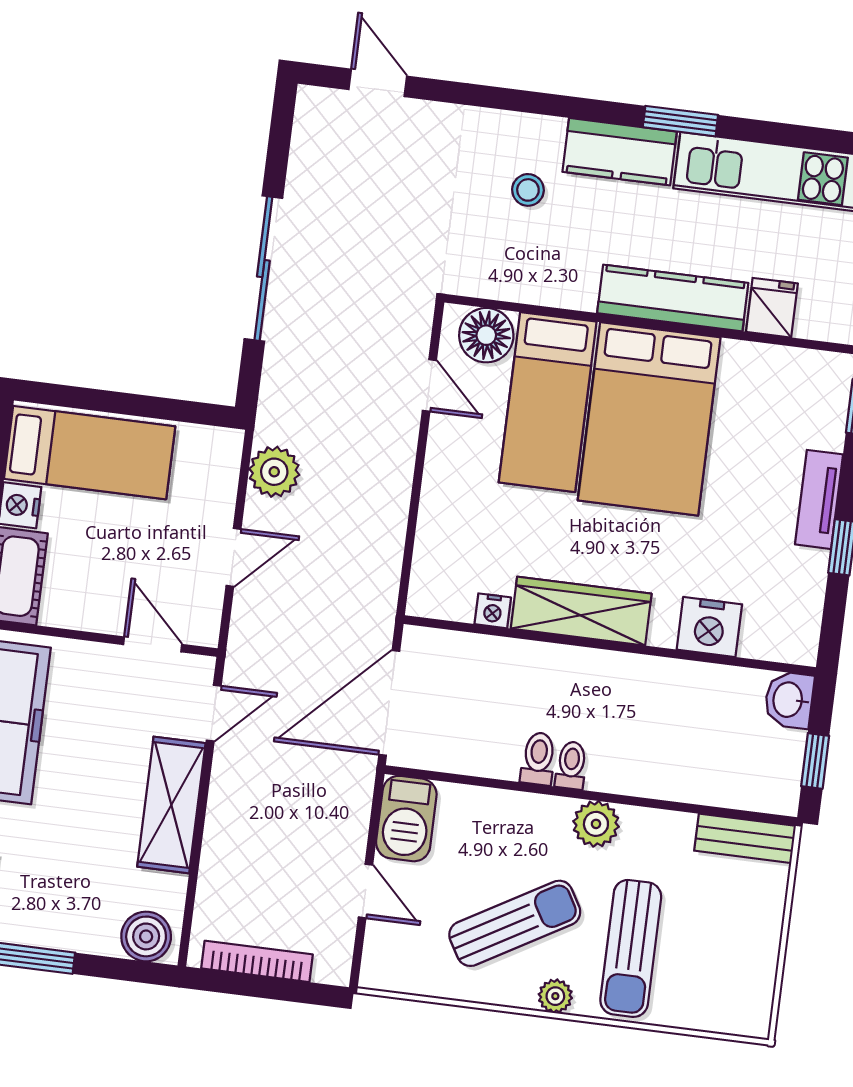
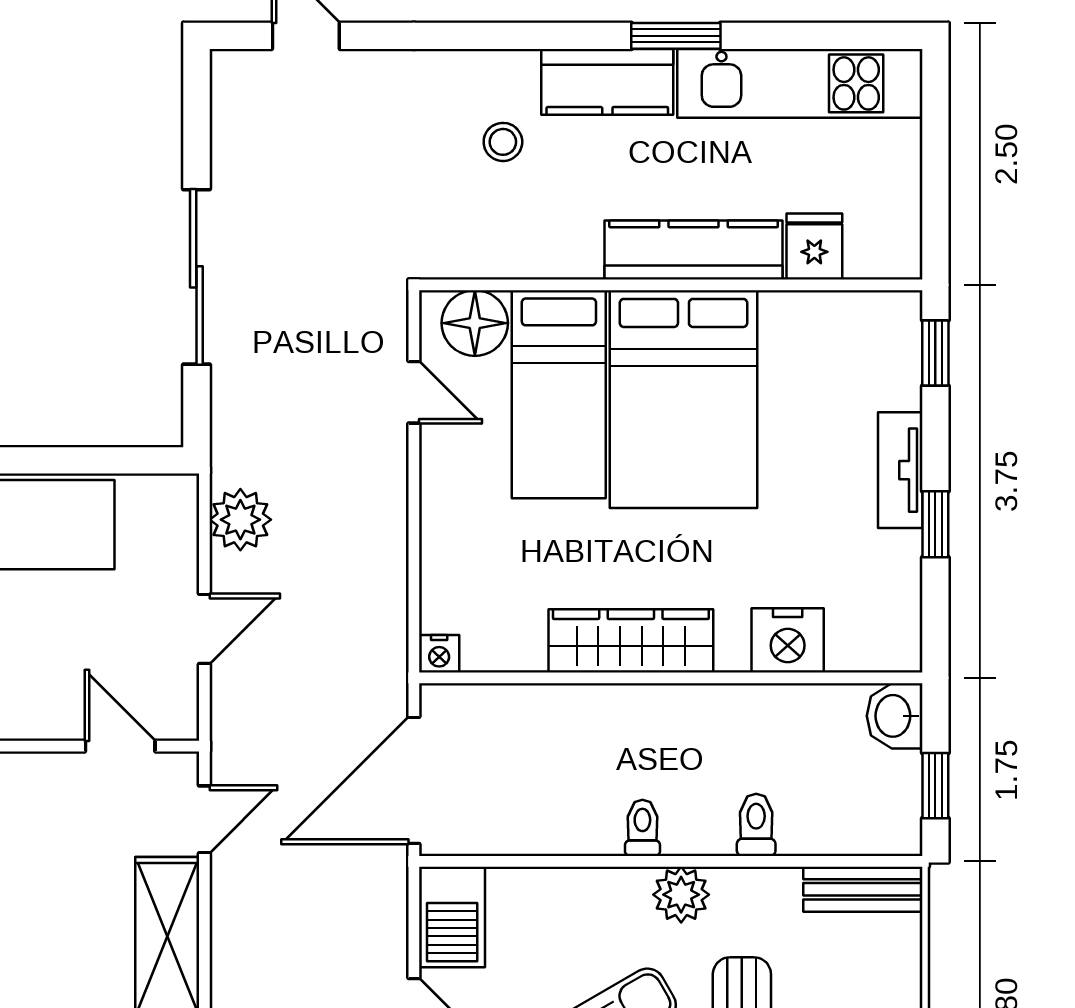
nightstand: (493, 611) -> (439, 654), moved
toilet: (538, 759) -> (756, 825), moved

